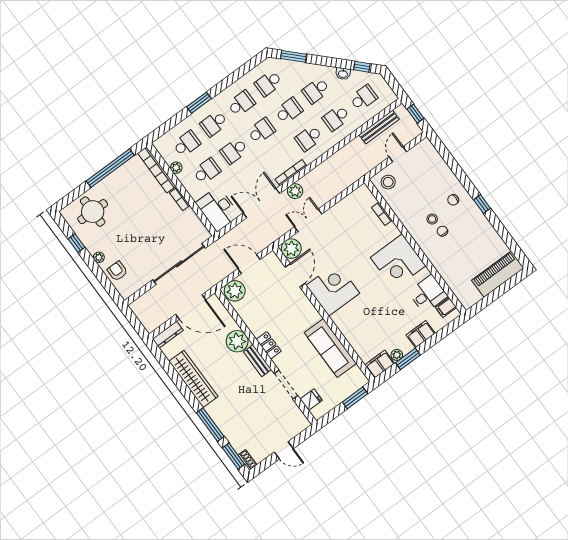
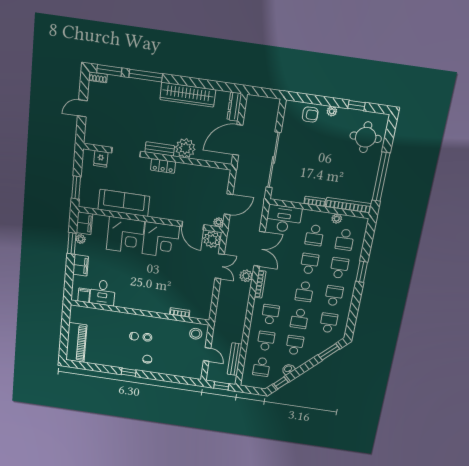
school desk: (241, 103) -> (334, 296), turned 180
corner desk: (398, 262) -> (125, 235), moved, turned 180
plant: (235, 291) -> (218, 222), moved, width x0.53, depth x0.53

